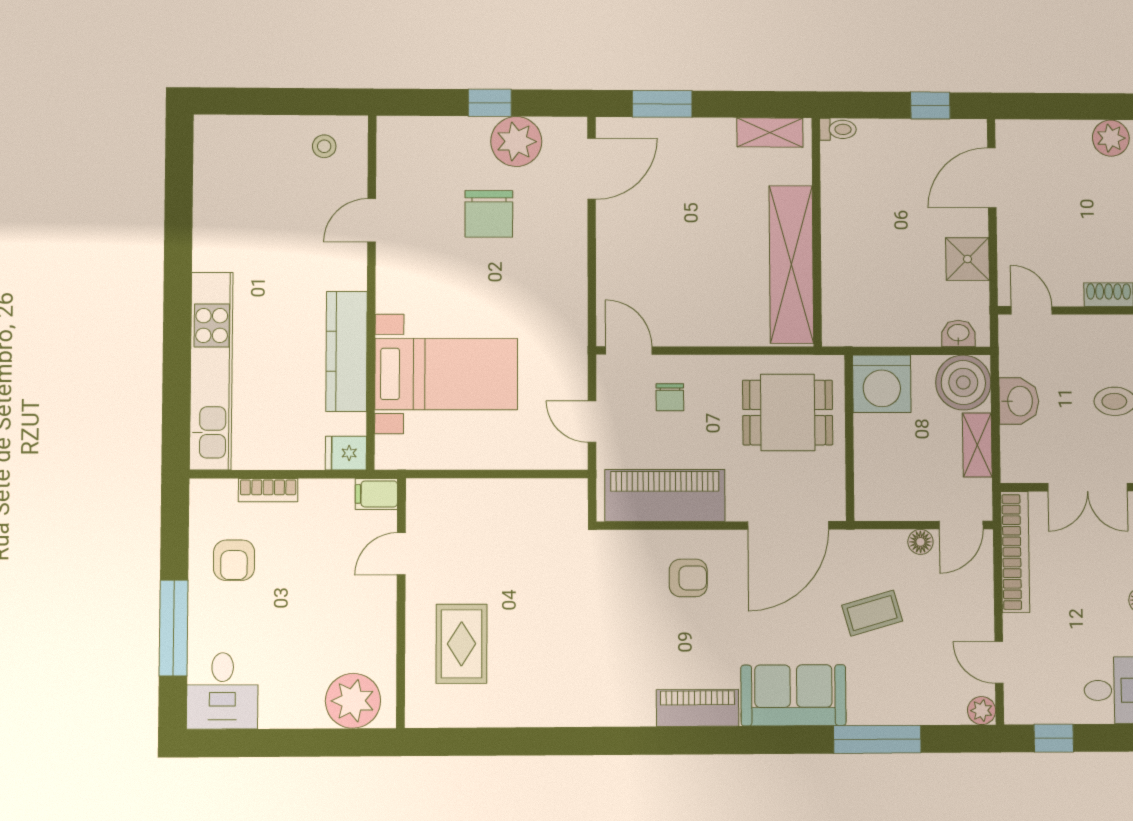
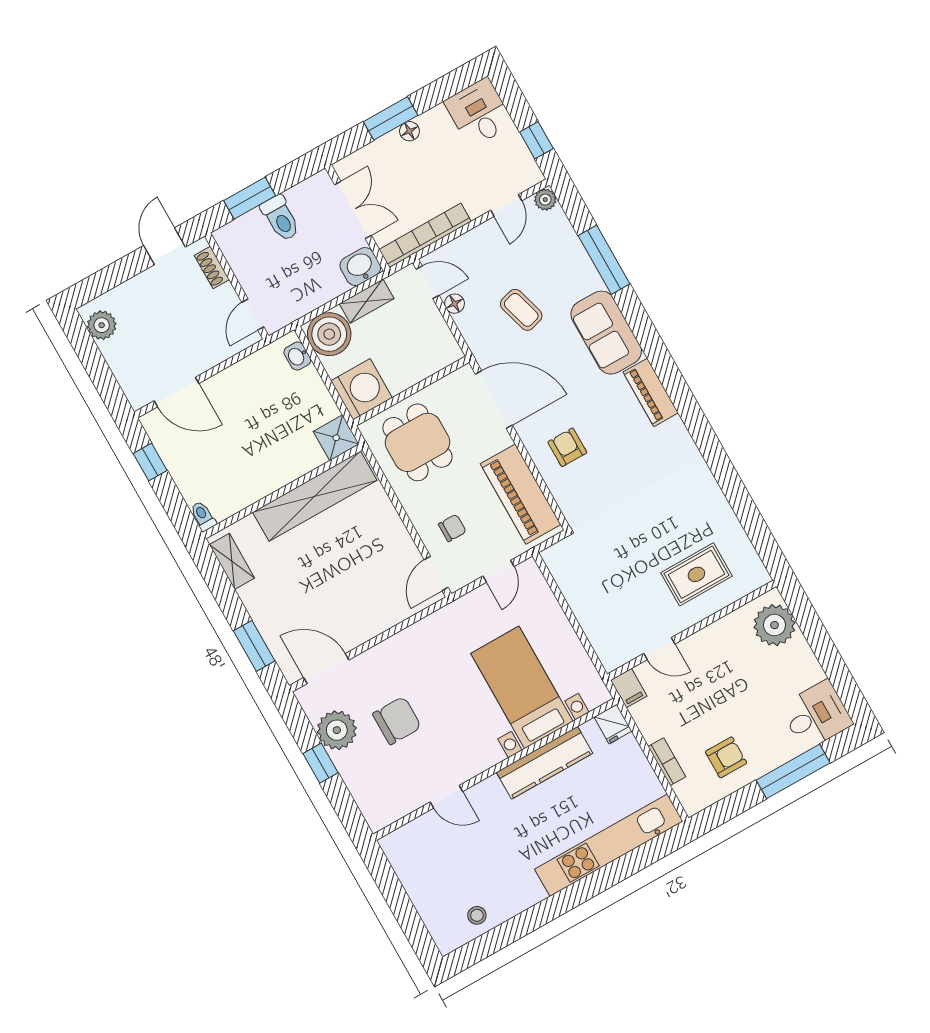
stool: (324, 146) -> (477, 915), moved
shower: (968, 259) -> (336, 438), moved
washbasin: (1019, 401) -> (360, 267), moved

